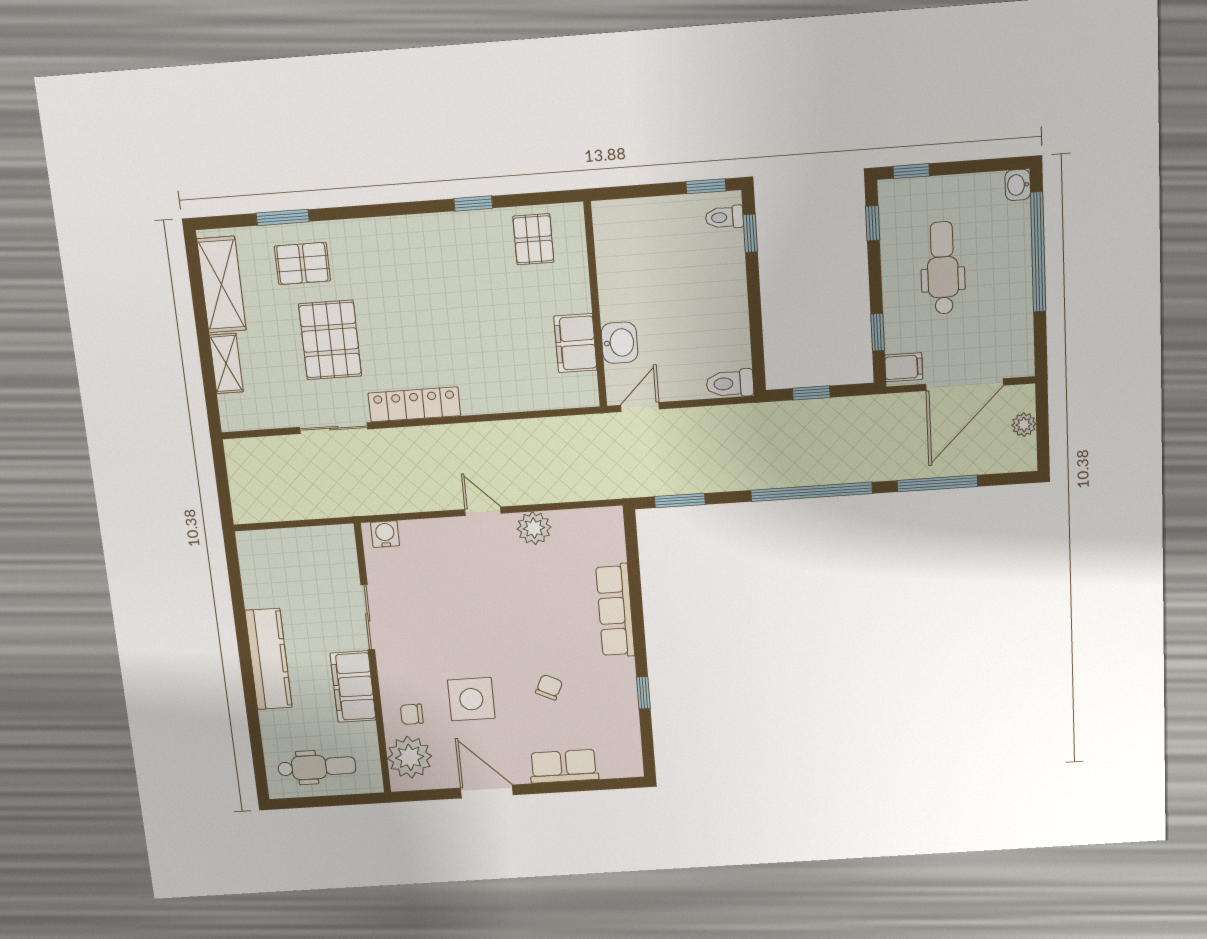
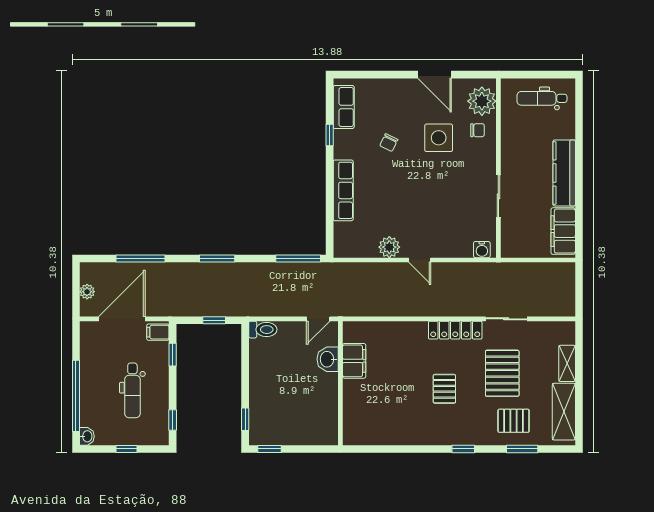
window: (911, 171) -> (126, 449), moved
window: (473, 203) -> (463, 449), moved
toilet: (724, 217) -> (260, 430), removed
pallet: (533, 239) -> (444, 389), moved
window: (812, 492) -> (217, 259), width x0.47
window: (680, 501) -> (298, 259), width x1.44
filing cabinet: (353, 687) -> (563, 231), moved, turned 180
row of seats: (564, 766) -> (344, 107), moved, turned -90

